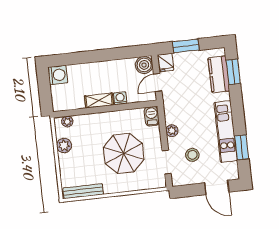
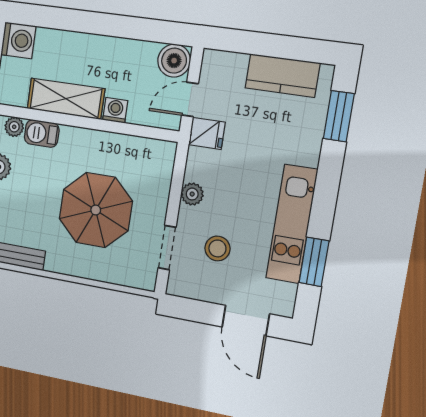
window: (186, 46) -> (261, 44), removed
fridge: (166, 63) -> (207, 134), moved, turned -90
kitchen counter: (219, 74) -> (282, 76), moved, turned -90
shelving: (99, 100) -> (66, 99), width x1.50, depth x1.33
barbecue: (152, 116) -> (42, 134), moved, turned -90

